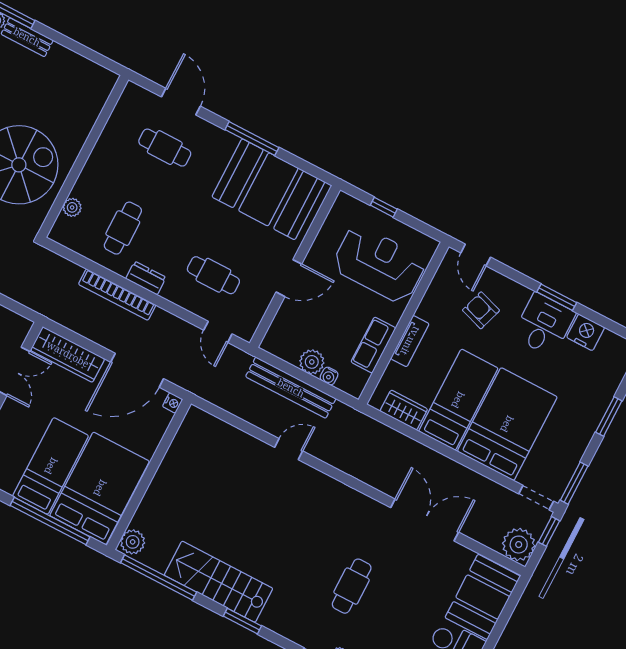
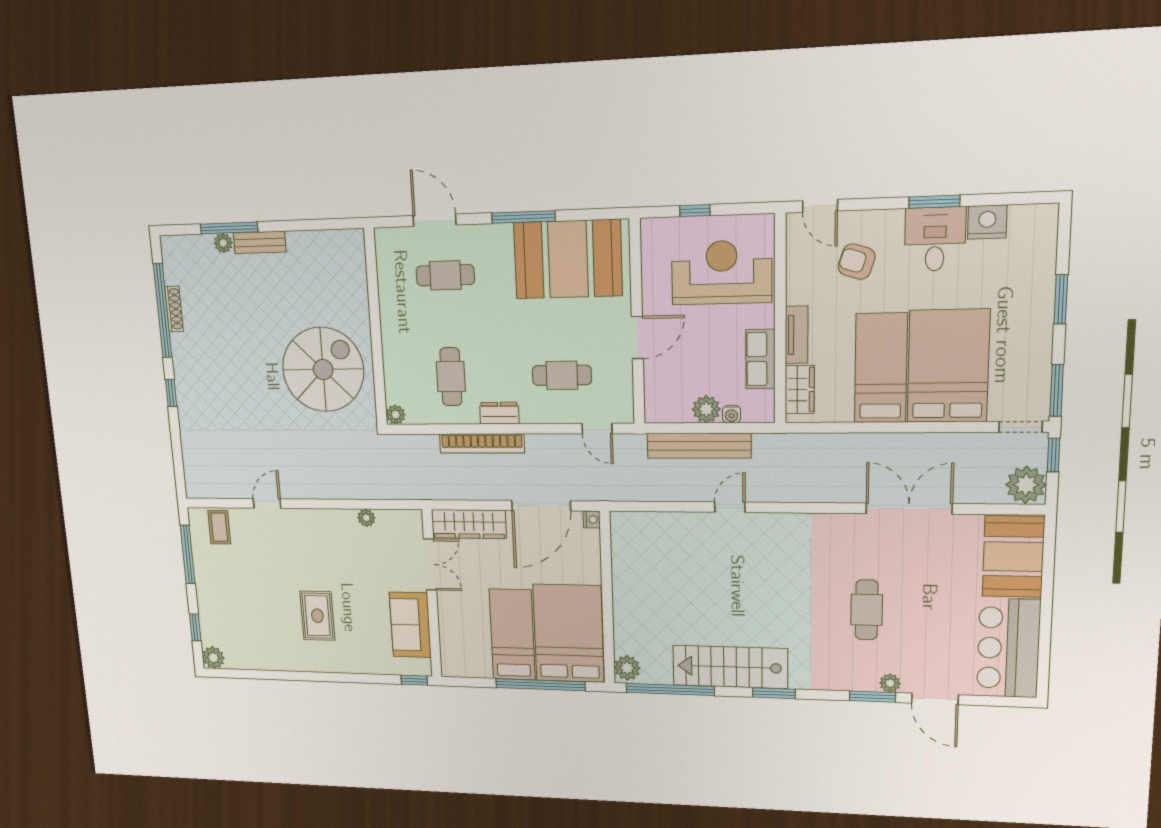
plant: (72, 207) -> (396, 415), moved
wardrobe: (404, 410) -> (800, 390), moved, turned 90

